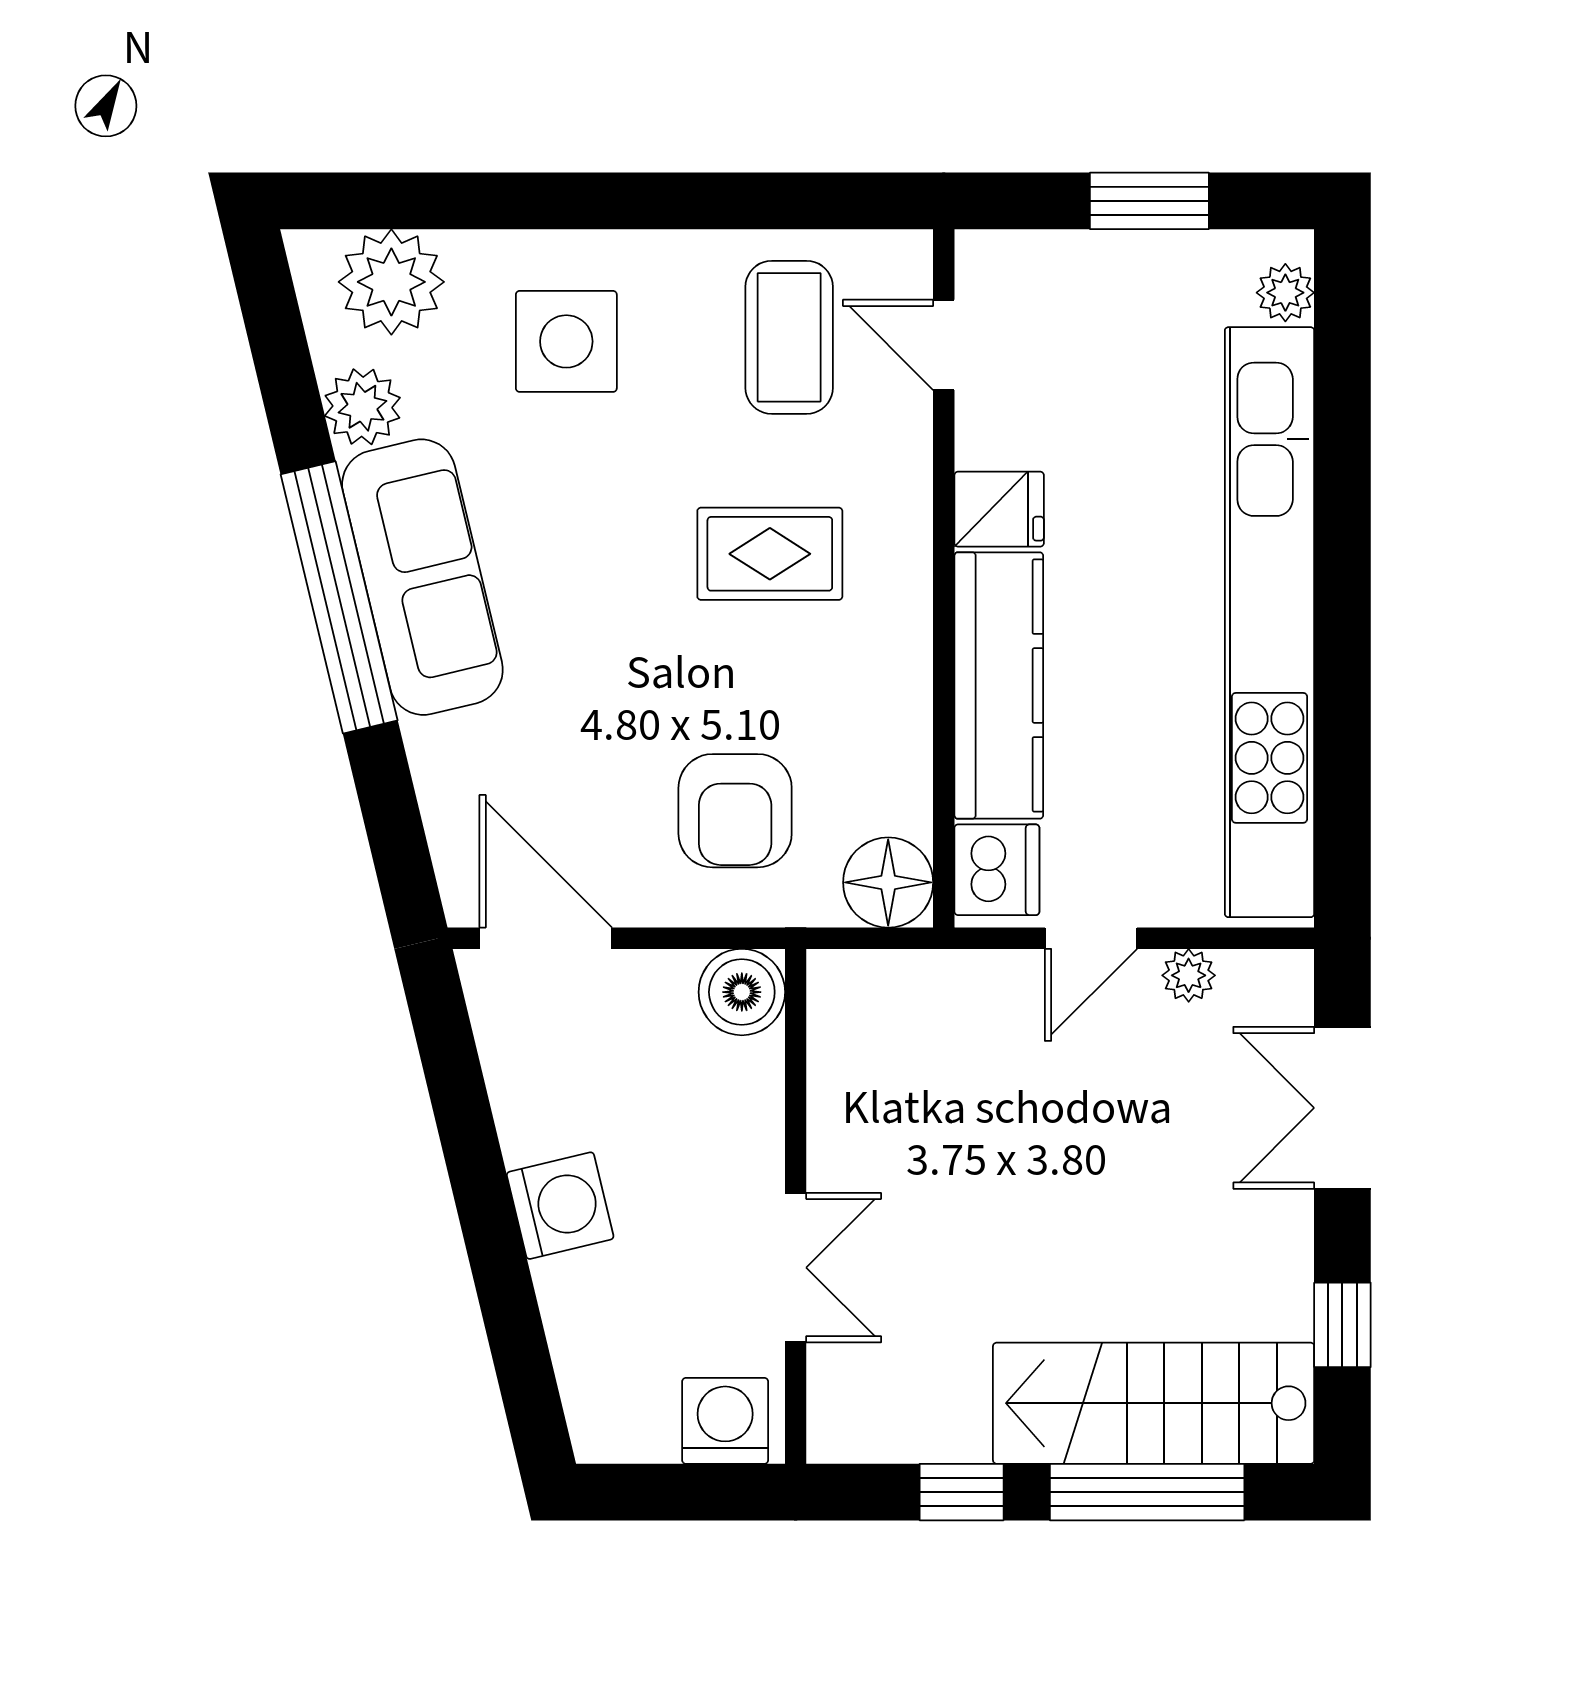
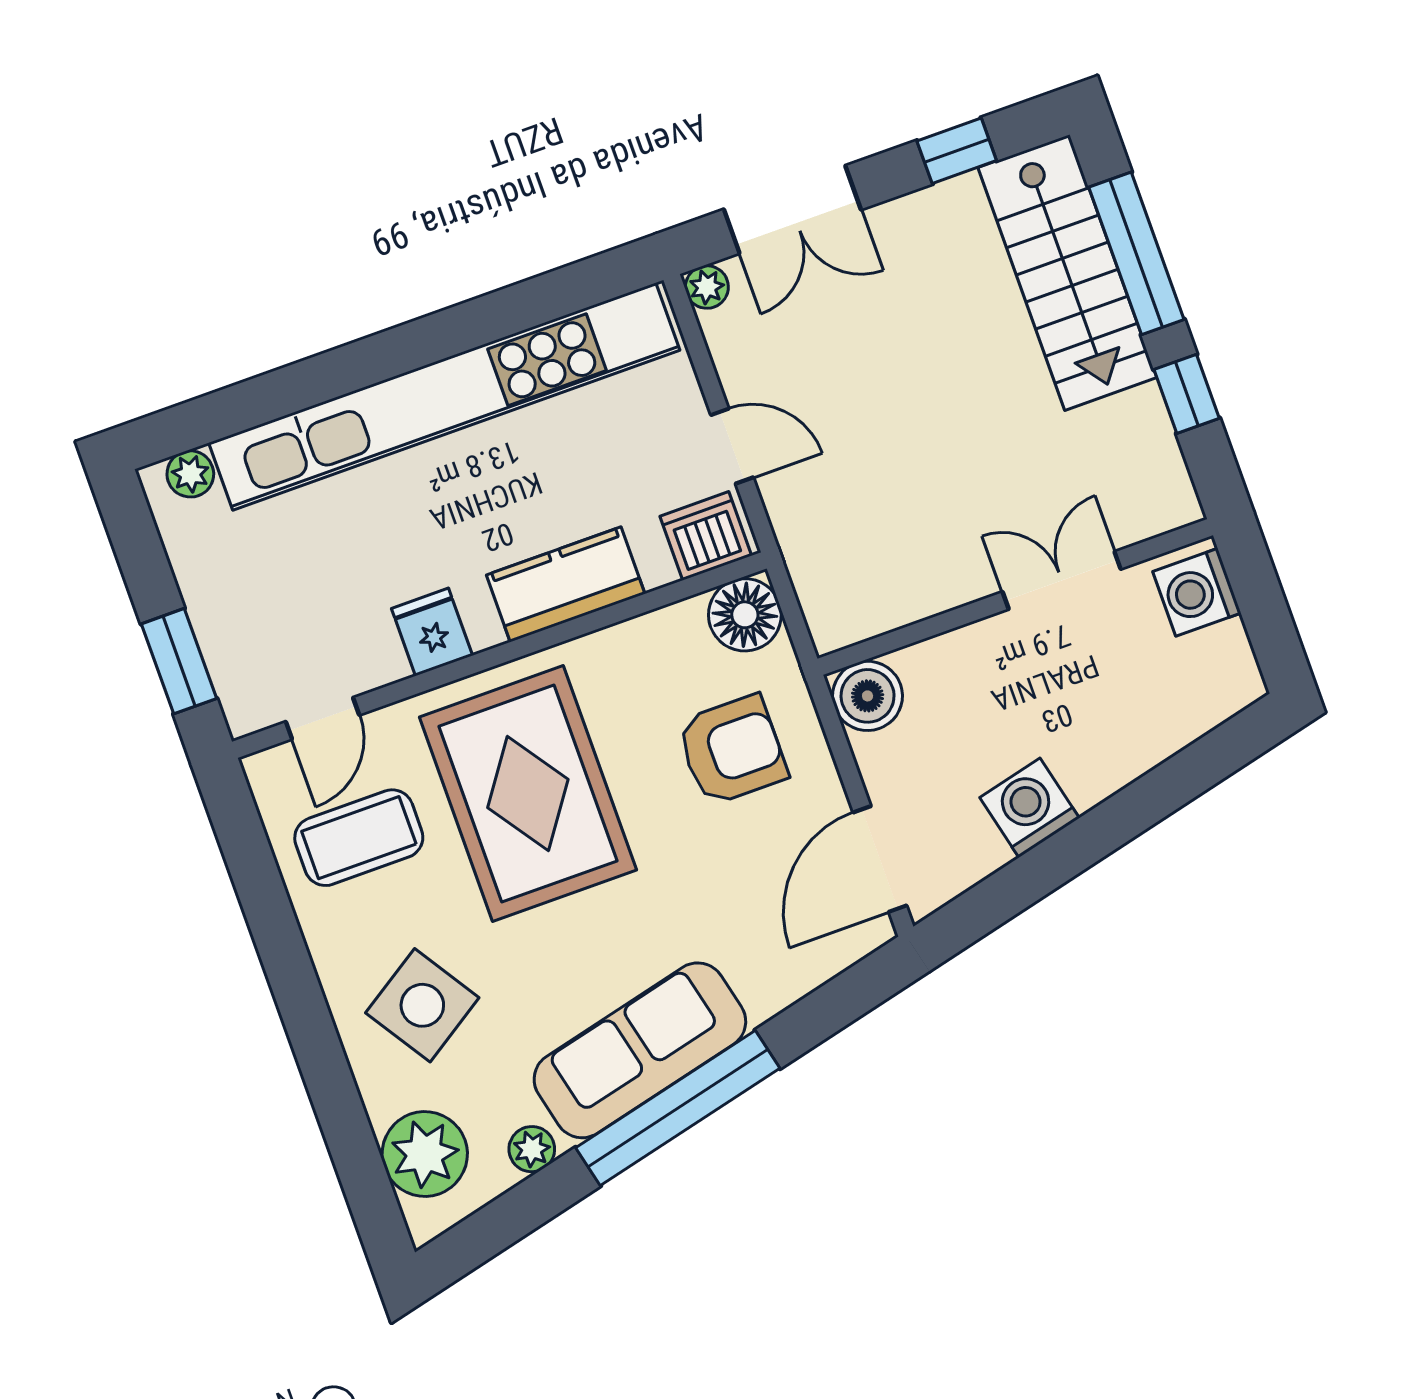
window: (1149, 201) -> (179, 661), moved
side table: (566, 341) -> (422, 1005), turned -33
plant: (362, 407) -> (532, 1149), width x0.73, depth x0.73
rug: (770, 554) -> (528, 794), width x1.86, depth x2.06
kitchen counter: (999, 686) -> (566, 584), width x0.67
plant: (1189, 975) -> (707, 287), moved
washing machine: (560, 1206) -> (1029, 808), moved

